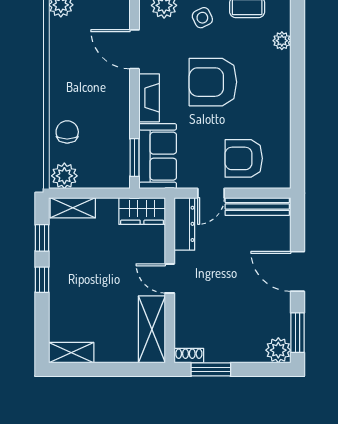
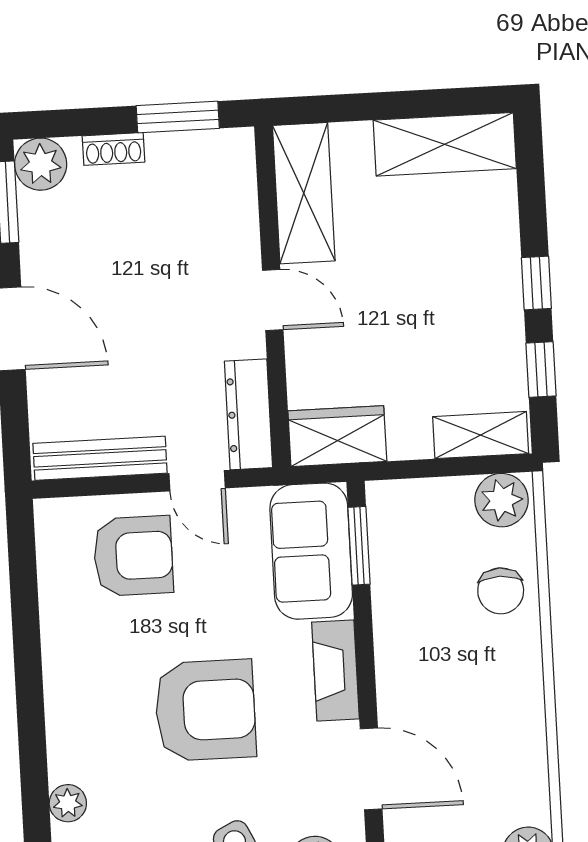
door: (211, 193) -> (197, 481), swing flipped
shelving: (71, 353) -> (445, 144), width x1.50, depth x1.33
shoe rack: (189, 356) -> (113, 149), moved

